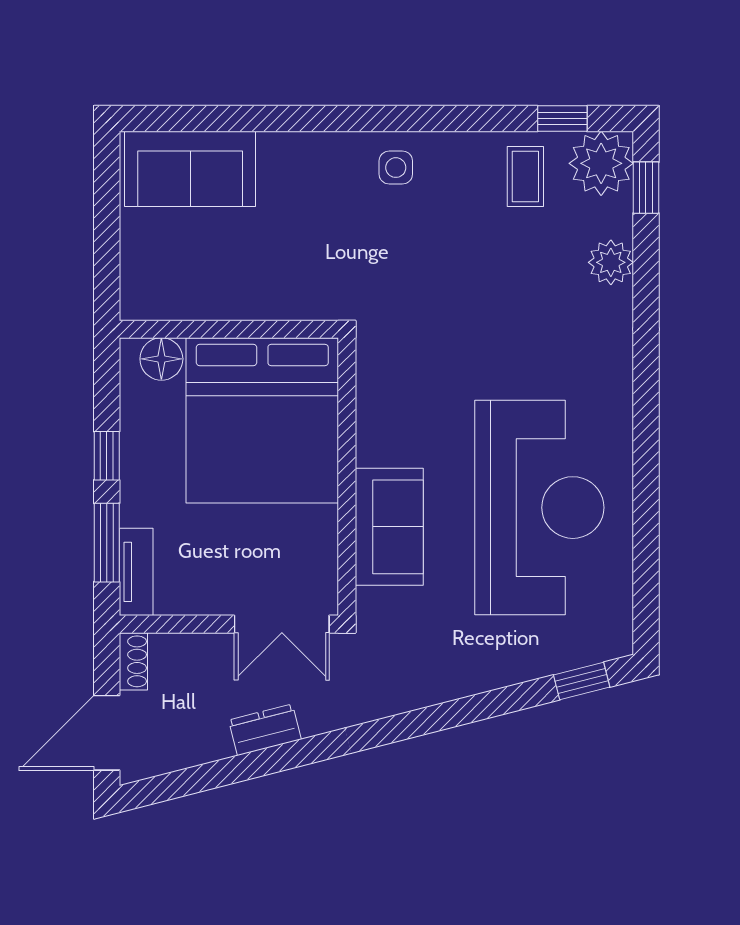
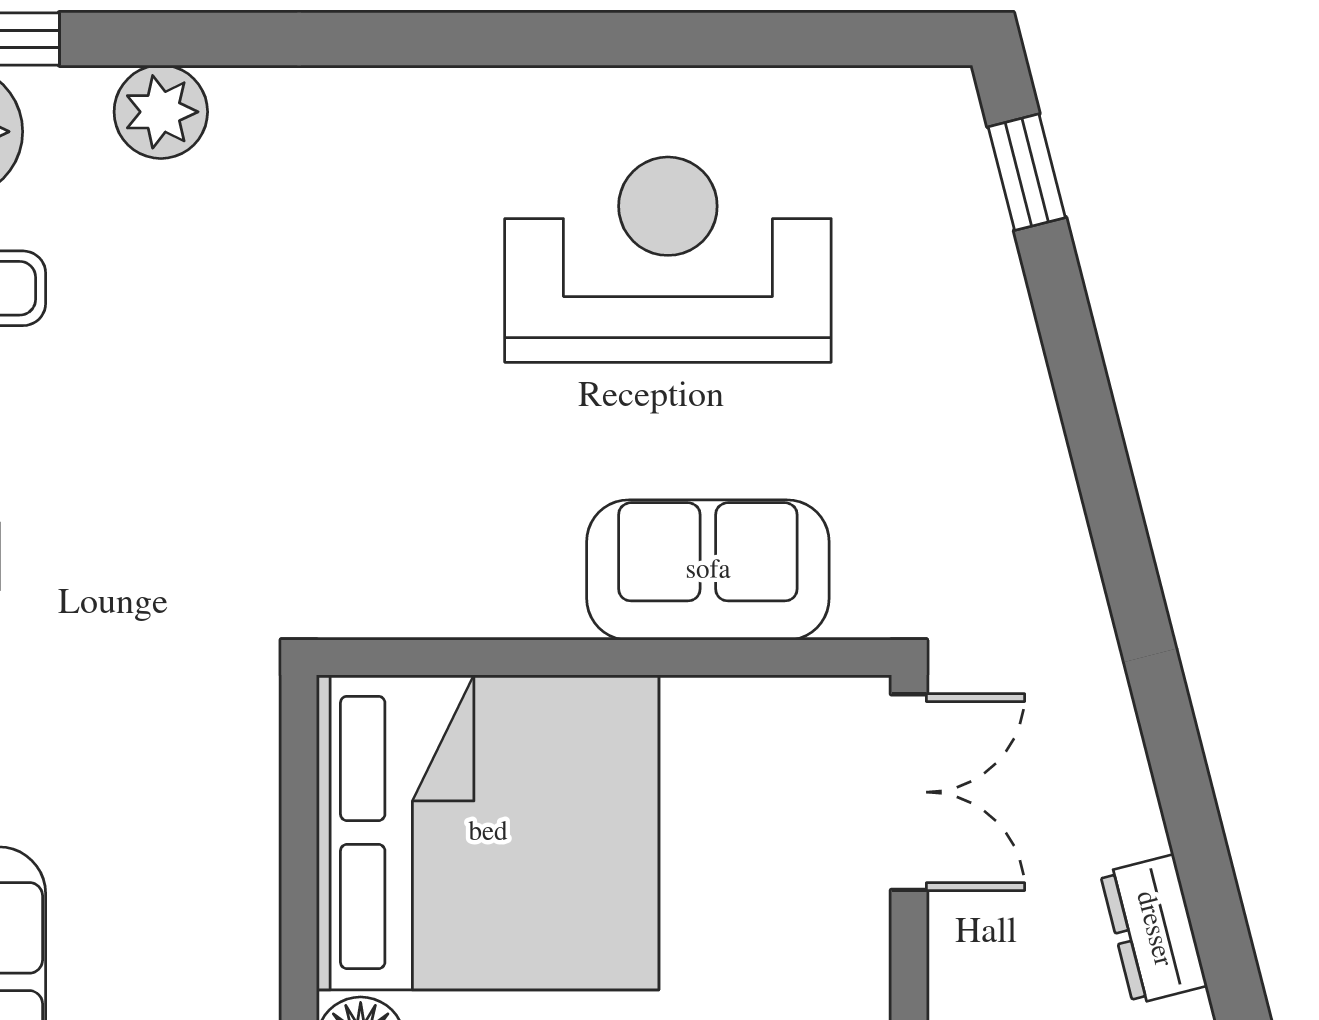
reception desk: (539, 508) -> (668, 260), width x0.74, depth x0.77
dresser: (265, 730) -> (1154, 929), moved

